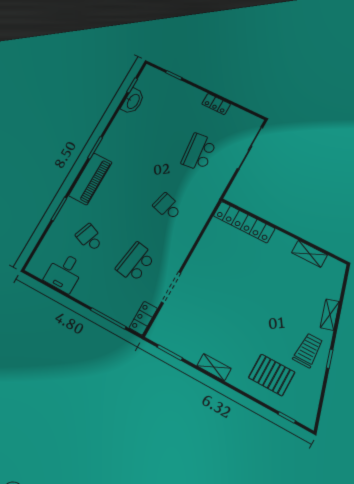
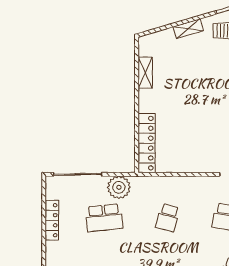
locker: (216, 104) -> (52, 220), width x1.53
plant: (218, 178) -> (119, 187), added

